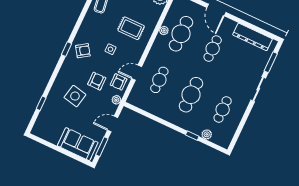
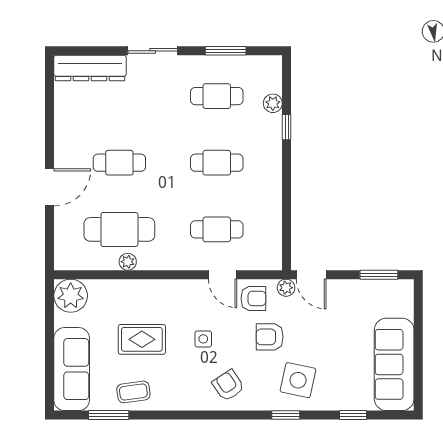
rug: (131, 28) -> (142, 339), moved, turned 90
dresser: (253, 37) -> (90, 68), moved, turned 90
window: (67, 49) -> (286, 415), moved
window: (271, 62) -> (226, 51), moved
cafe table: (191, 95) -> (217, 163), width x0.73, depth x0.74
side table: (75, 96) -> (298, 380), moved
door: (113, 124) -> (311, 275), moved
sofa: (78, 144) -> (394, 364), moved, width x1.36

